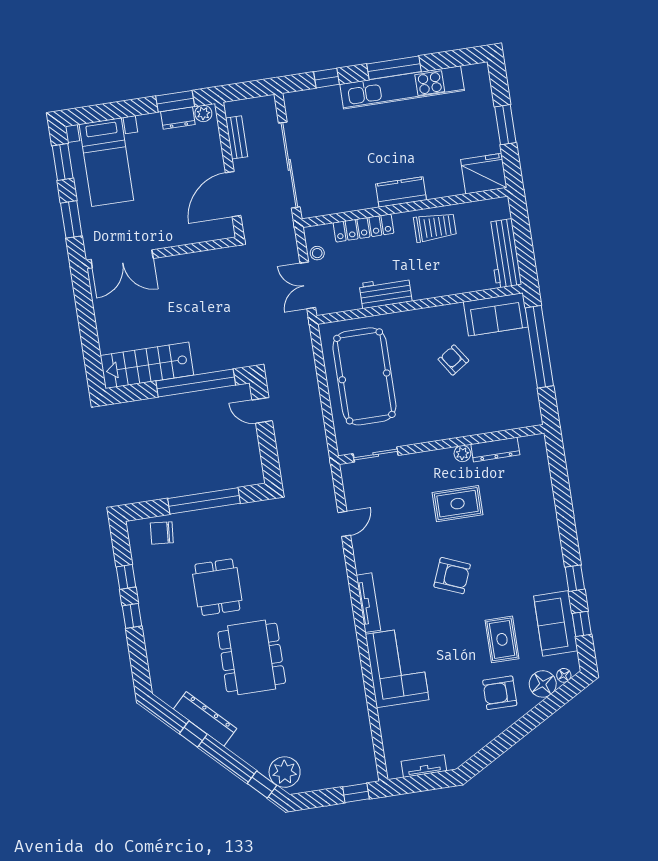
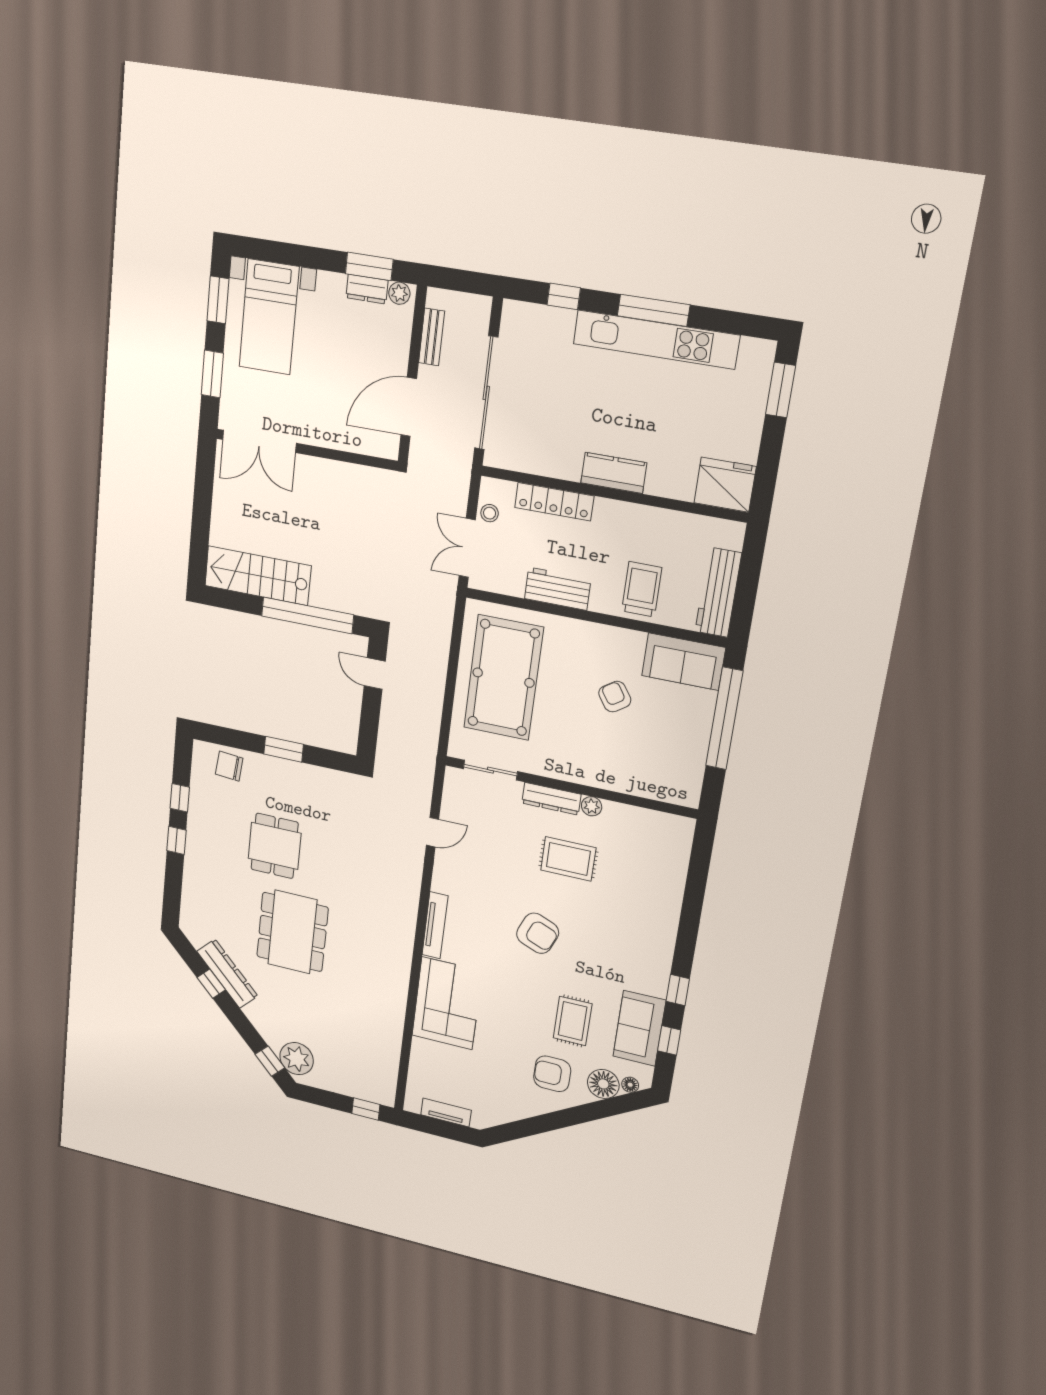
window: (505, 125) -> (781, 390), moved
trolley: (435, 227) -> (642, 589), moved, turned -90
dresser: (495, 449) -> (551, 799), moved
window: (204, 501) -> (284, 749), width x0.47

